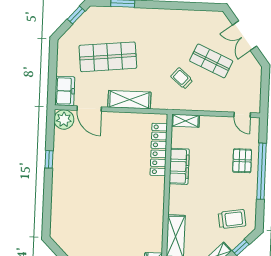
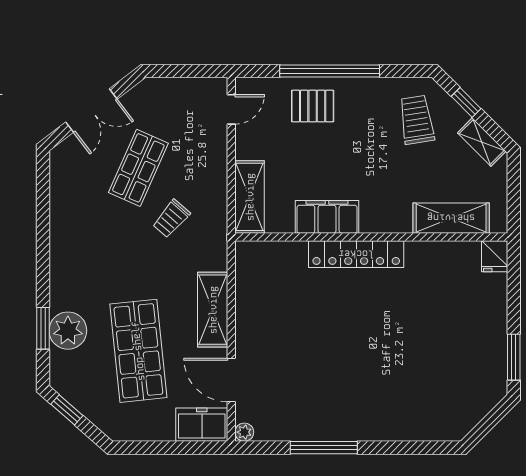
plant: (121, 17) -> (68, 331), added
door: (89, 109) -> (231, 380), swing flipped
plant: (64, 120) -> (244, 432), width x0.53, depth x0.53
shelving: (185, 121) -> (250, 197), width x1.50, depth x1.33
locker: (159, 149) -> (356, 254), moved
window: (49, 159) -> (324, 448), width x2.17

